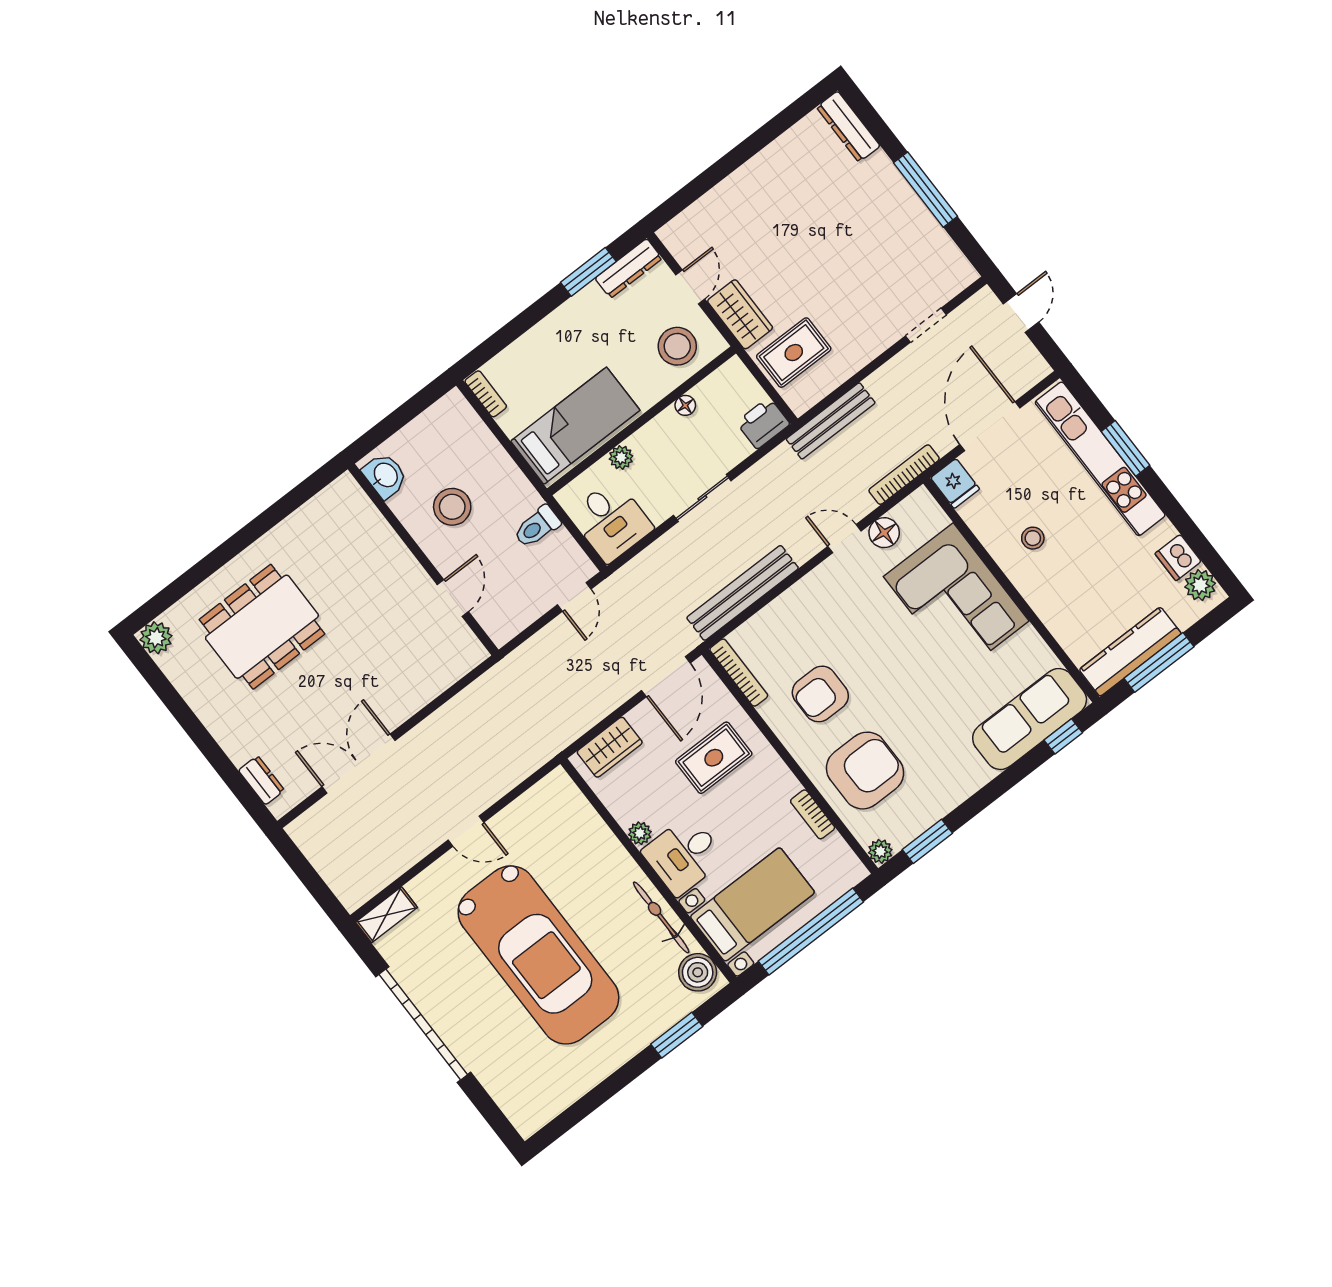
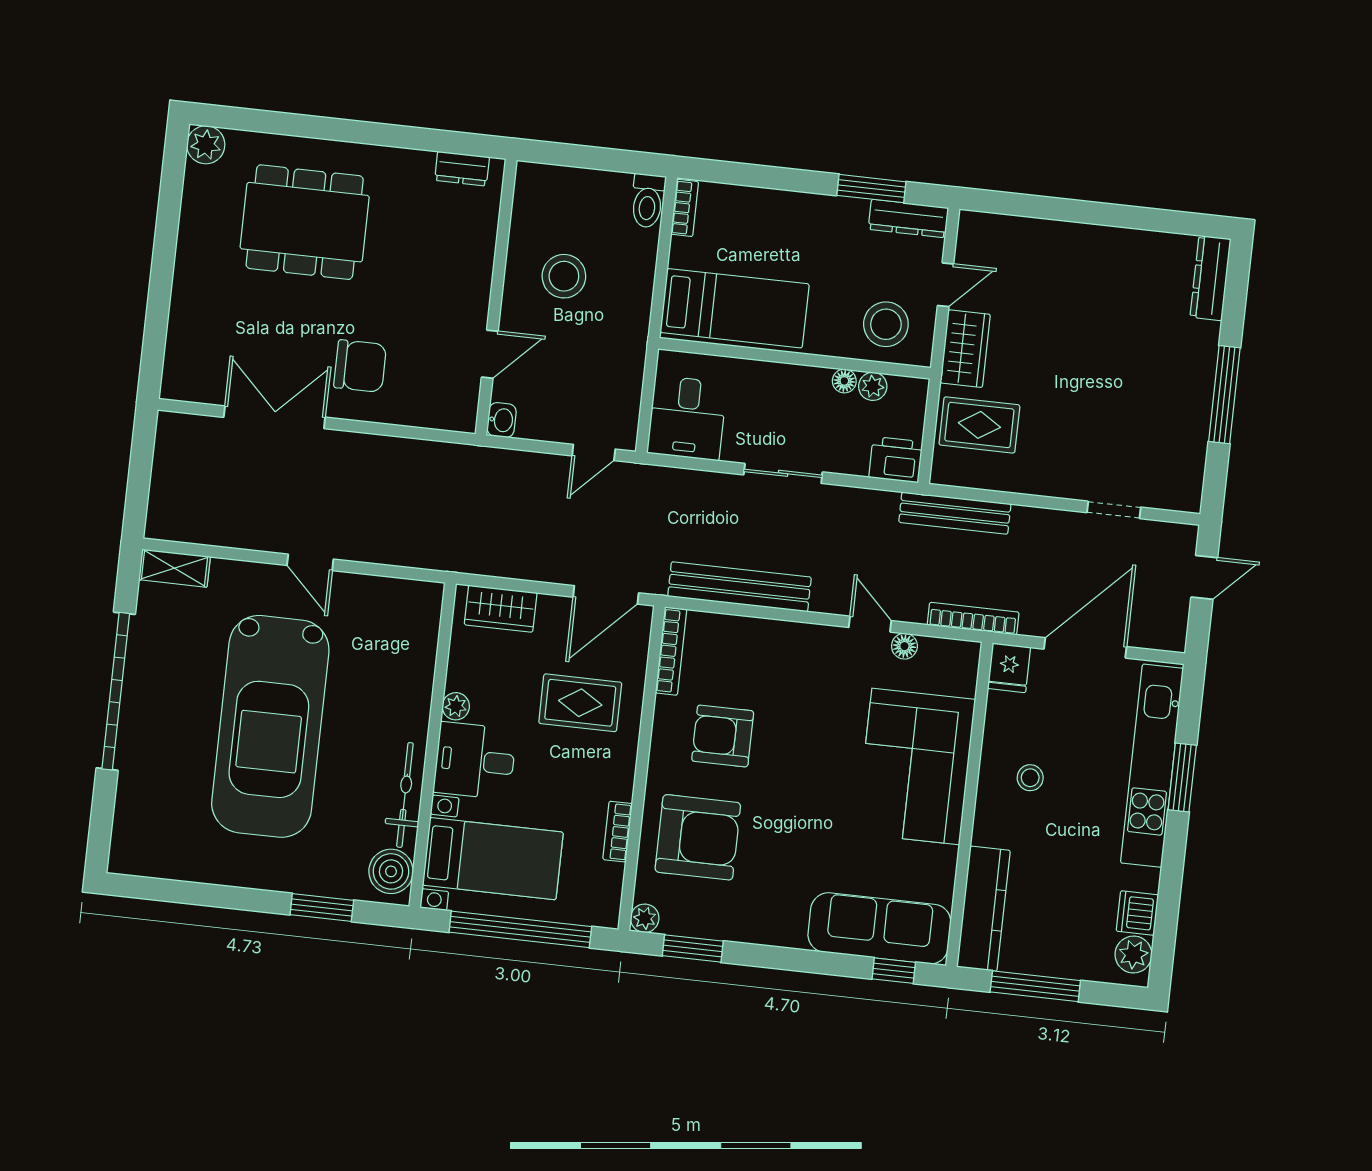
plant: (621, 457) -> (873, 386), moved
washbasin: (385, 476) -> (502, 420), moved, width x0.72, depth x0.69
toilet: (537, 527) -> (648, 201), moved, turned -90
floor lamp: (884, 533) -> (904, 646), width x0.73, depth x0.73
kitchen counter: (1130, 652) -> (983, 909), moved, turned 90
chair: (381, 682) -> (360, 366), added
dresser: (261, 780) -> (462, 169), moved, turned 90

